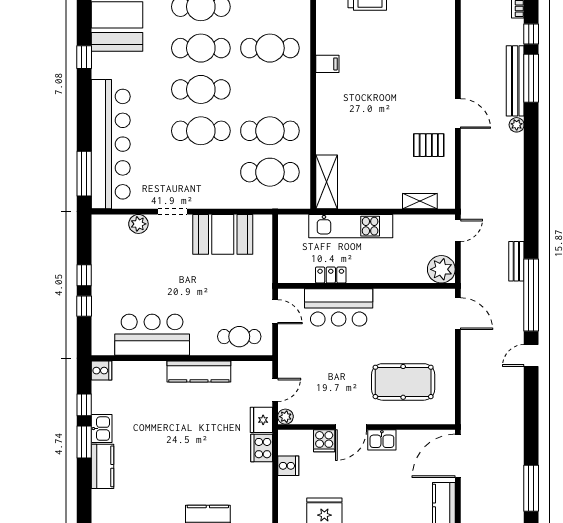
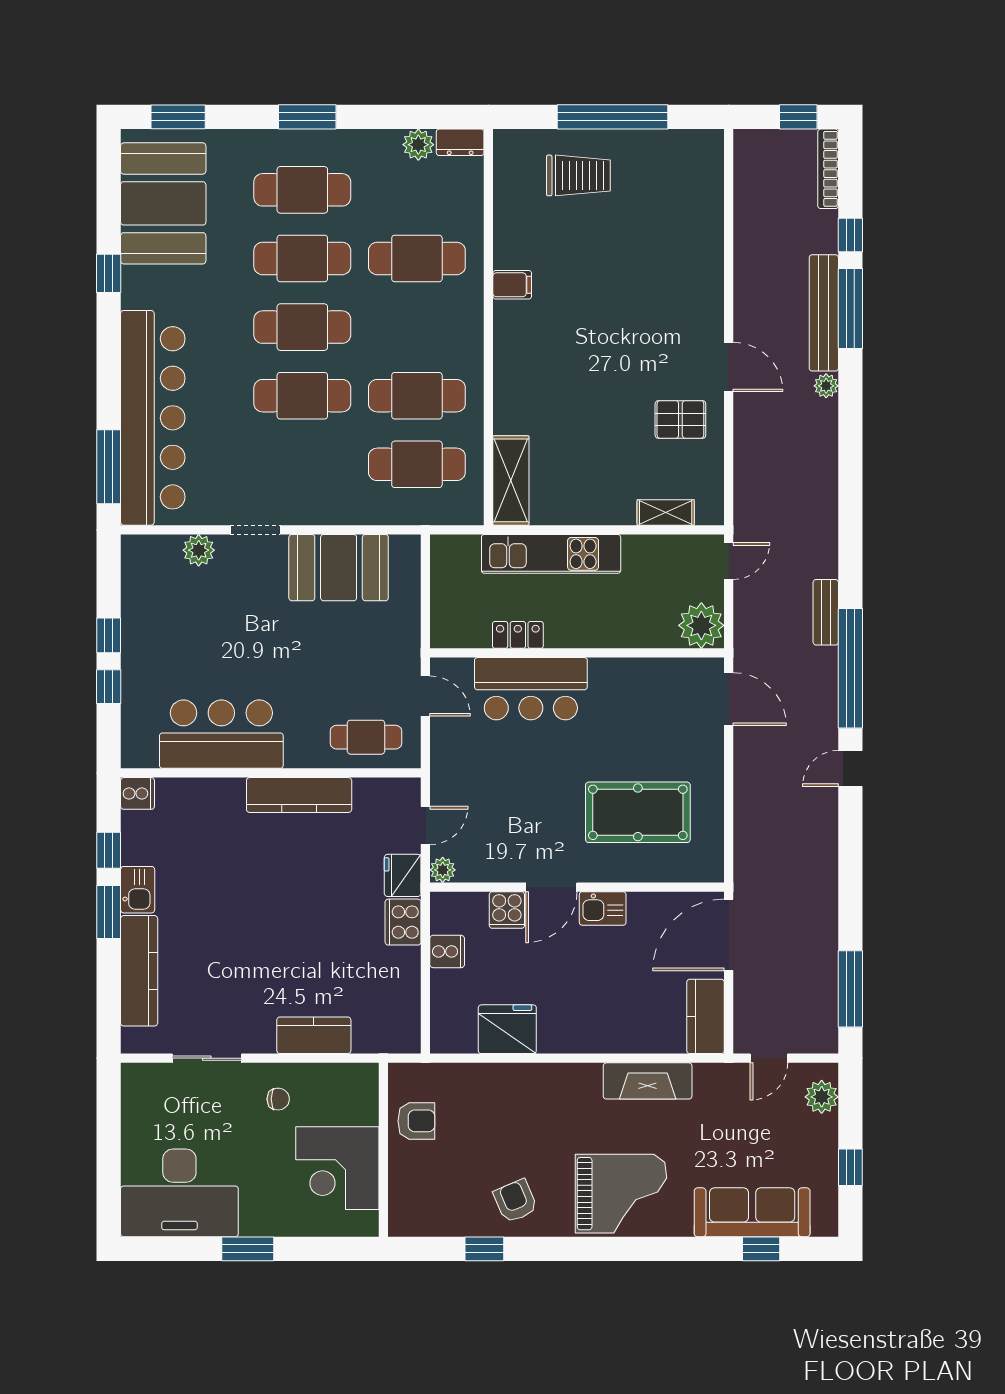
kitchen counter: (102, 466) -> (139, 971), width x1.50

